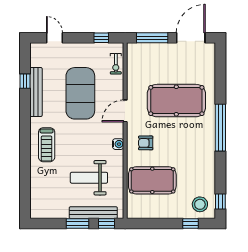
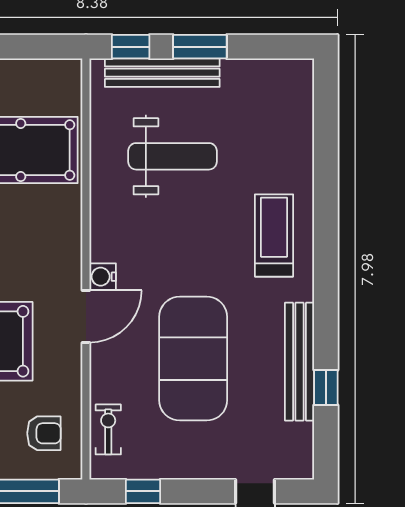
armchair: (146, 143) -> (44, 433), moved
water cooler: (118, 144) -> (103, 277), moved

